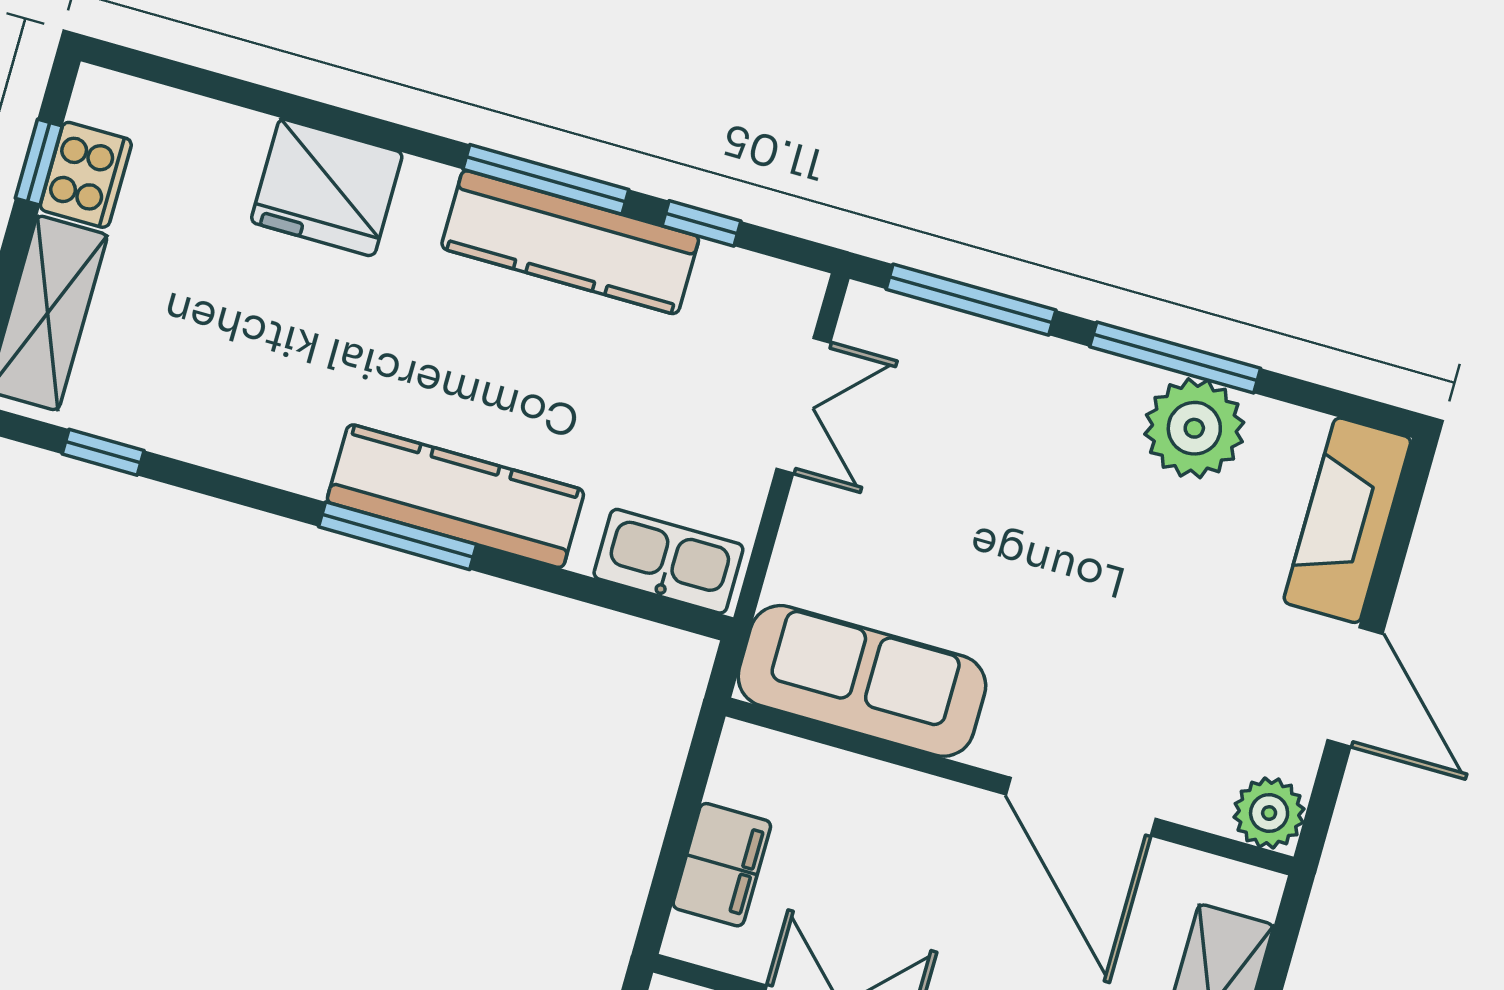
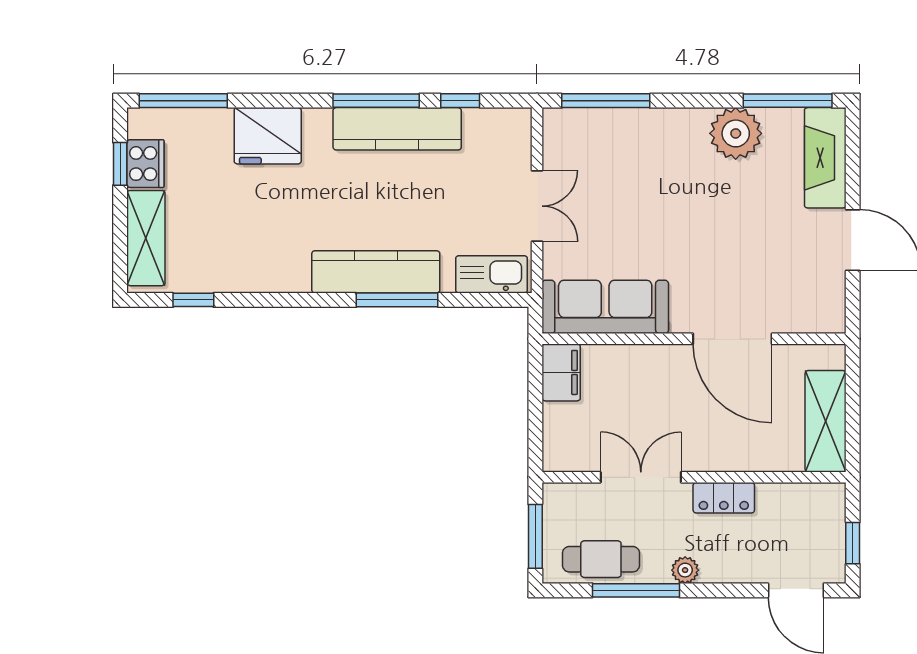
window: (189, 78) -> (183, 101), added
window: (1175, 357) -> (788, 101), moved
double door: (803, 406) -> (537, 206), moved
window: (398, 536) -> (397, 300), moved
plant: (1269, 813) -> (828, 315), removed
filing cabinet: (722, 865) -> (561, 372), moved

